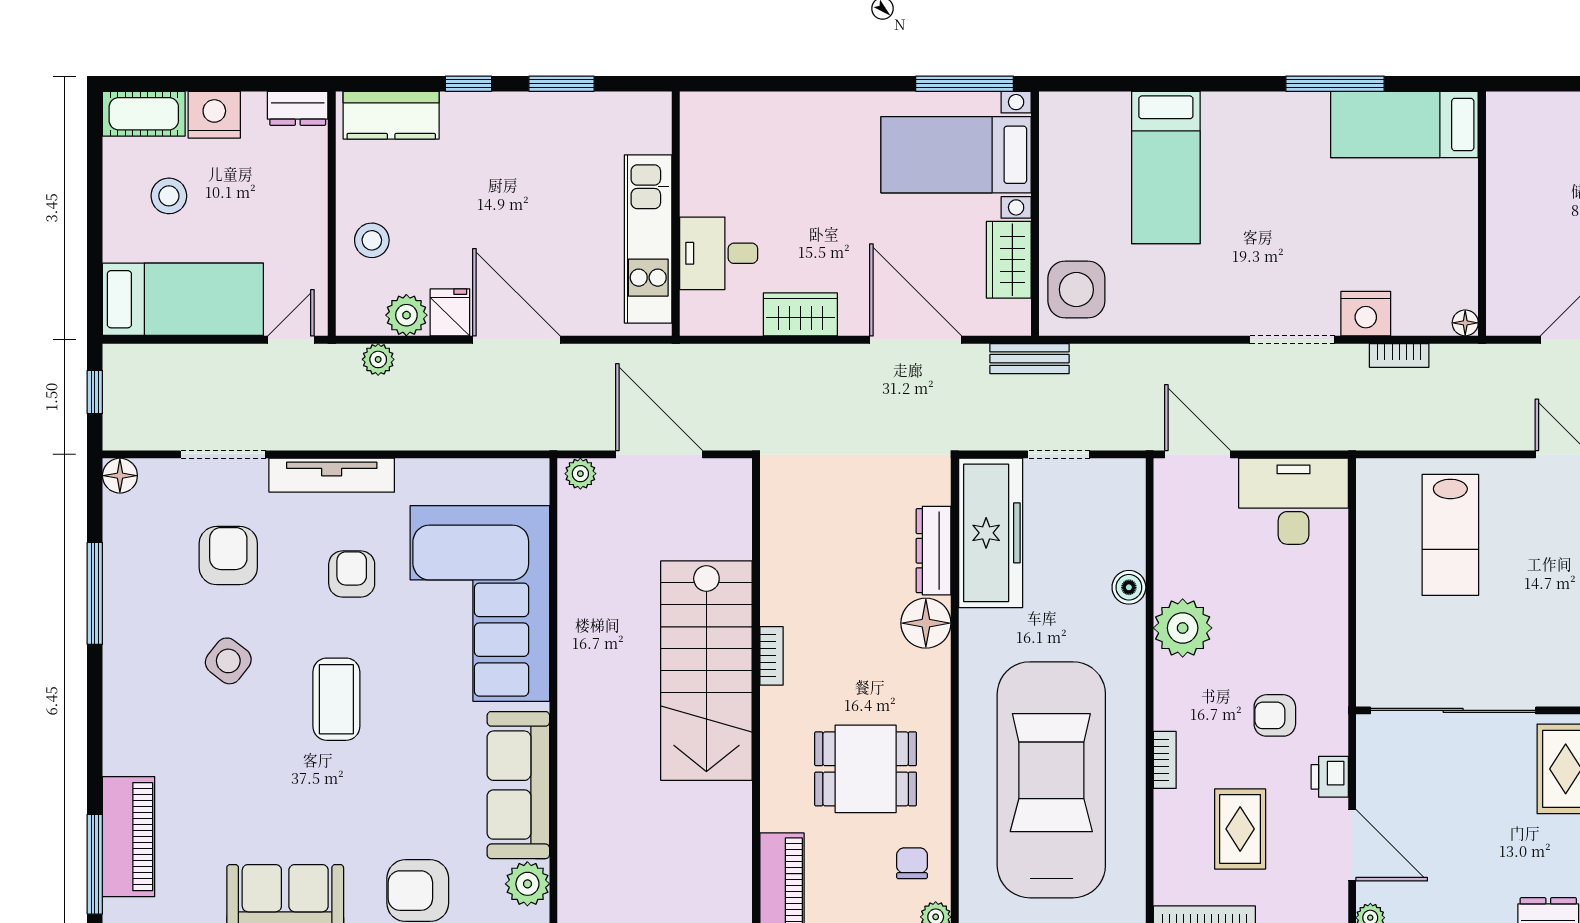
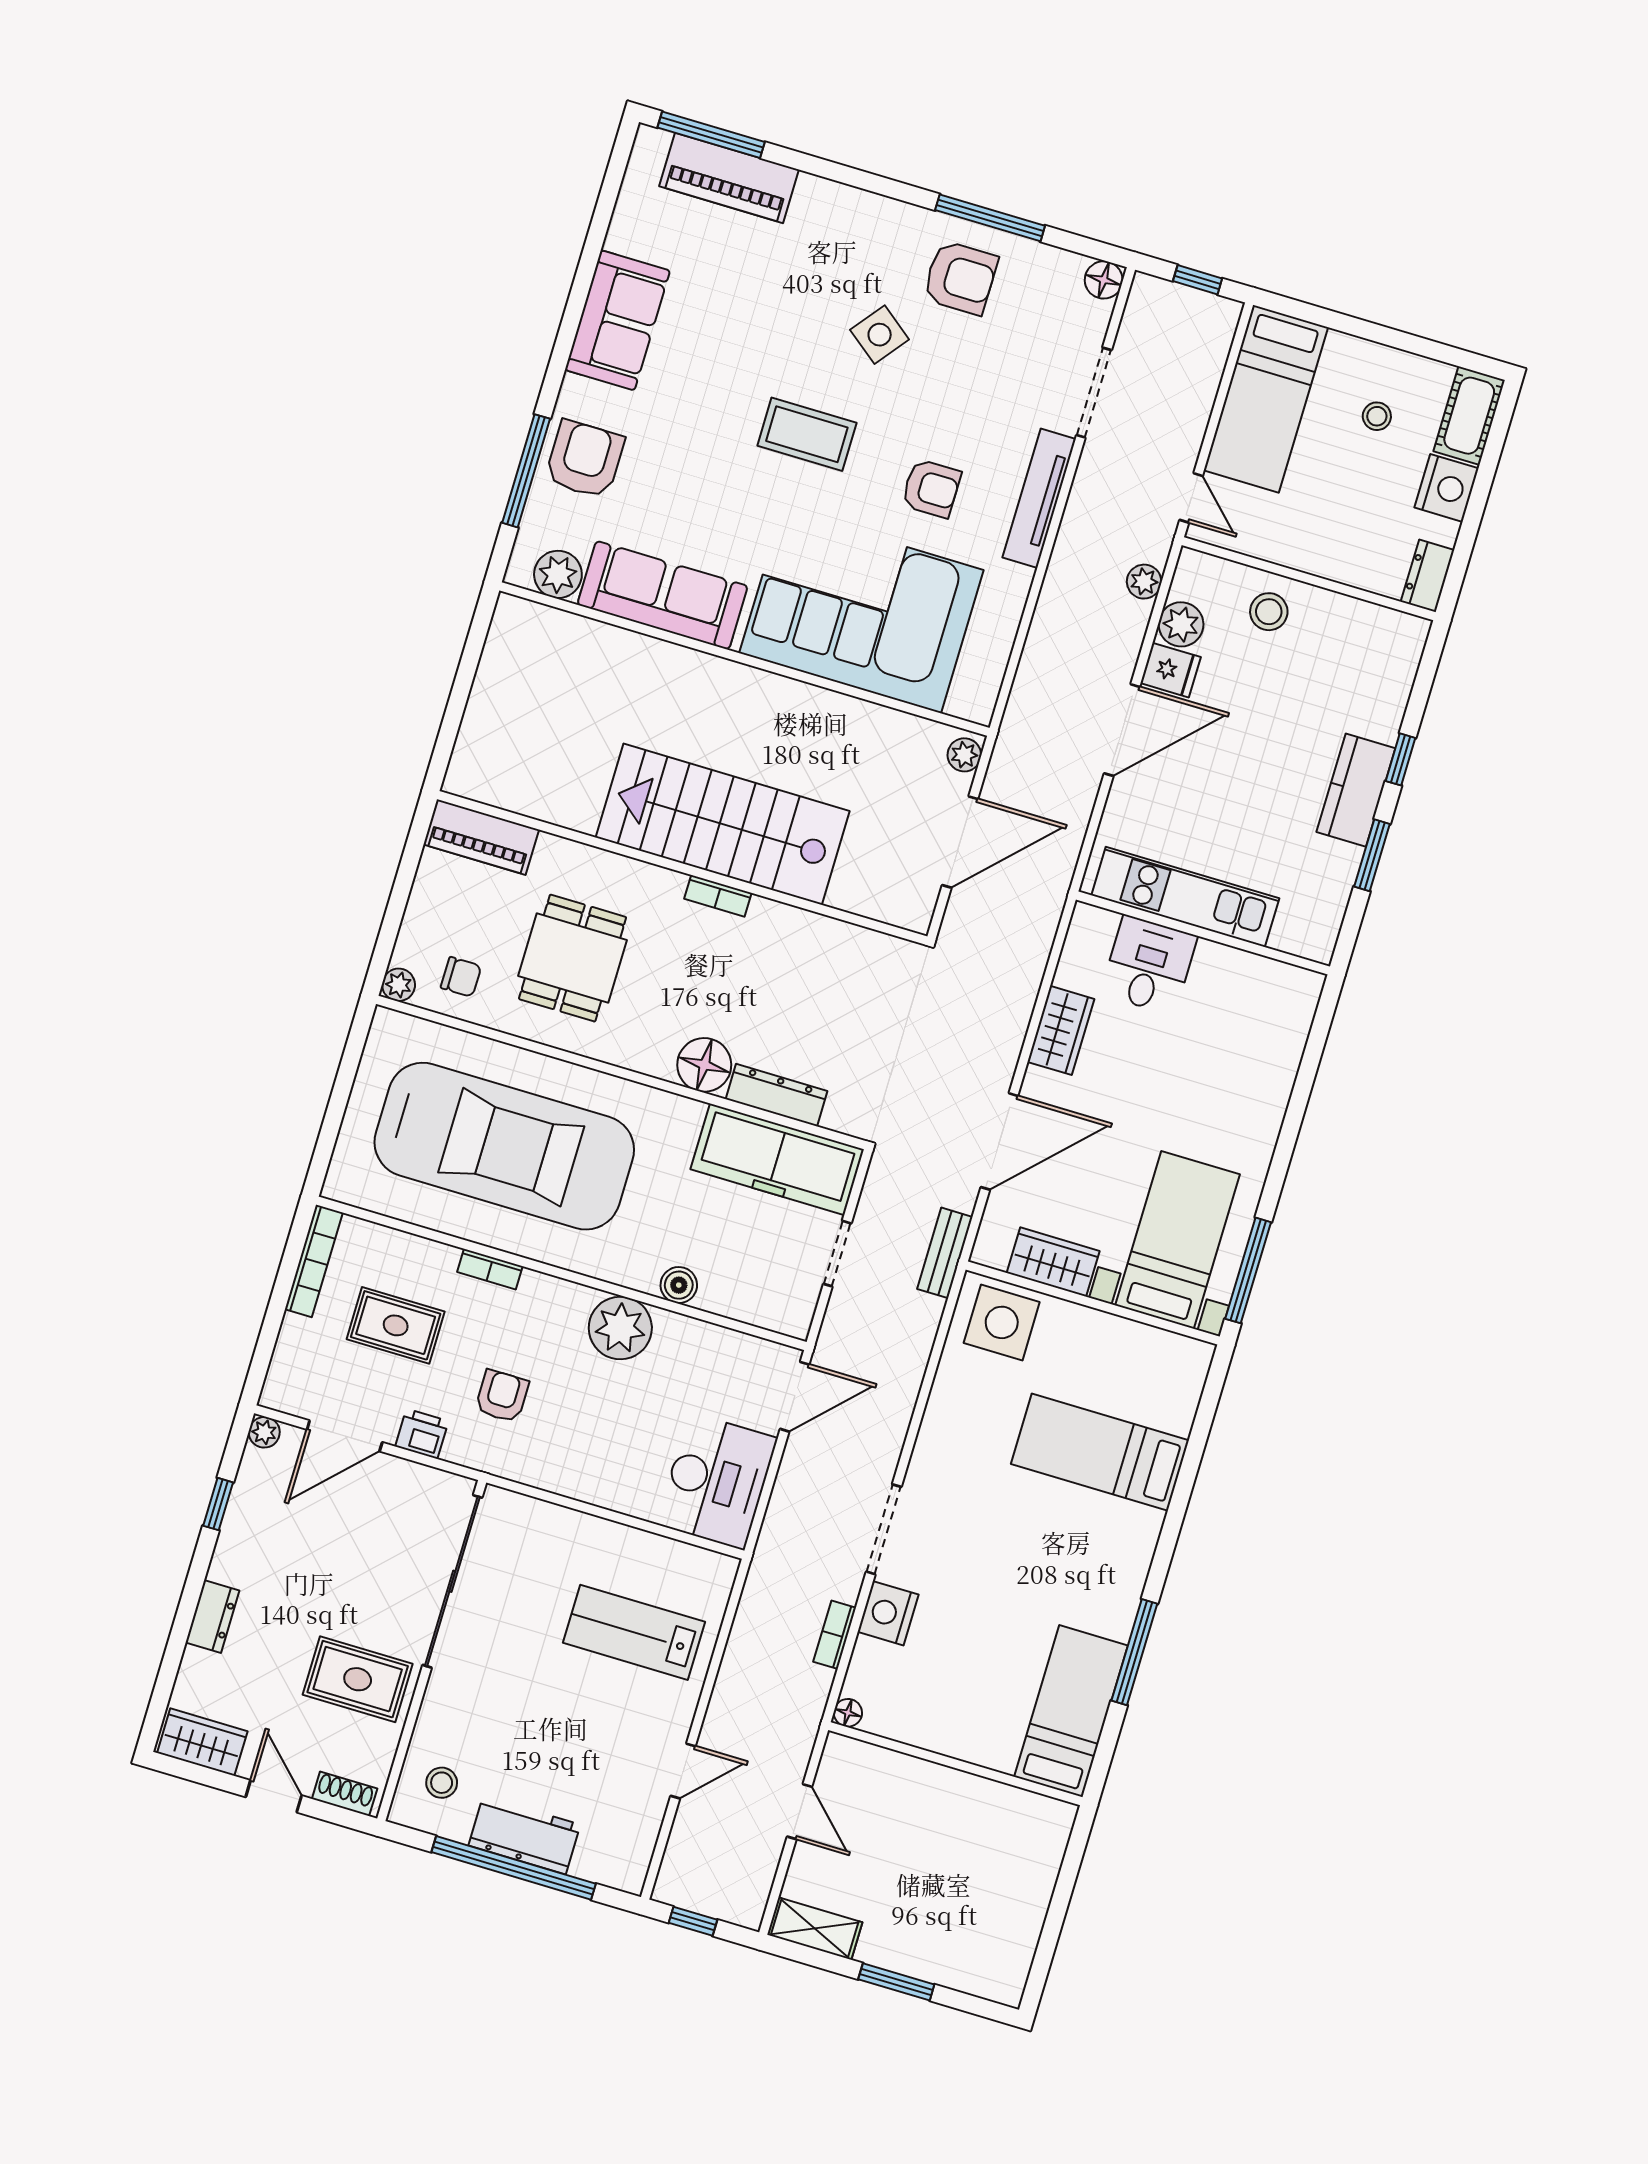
kitchen counter: (391, 115) -> (1356, 790), moved
stool: (169, 196) -> (1377, 416), width x0.73, depth x0.73
armchair: (228, 556) -> (960, 278), moved

